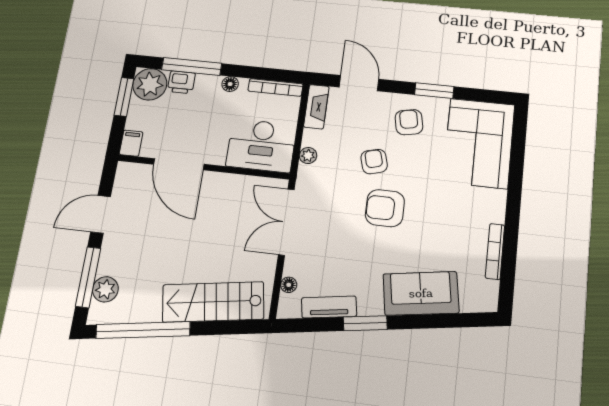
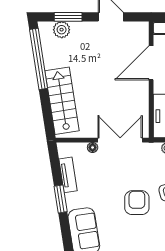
window: (88, 277) -> (68, 17), width x0.69
floor lamp: (289, 285) -> (93, 147), moved

